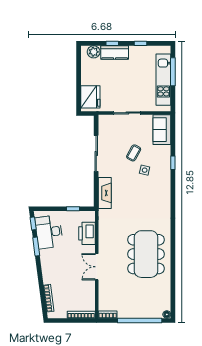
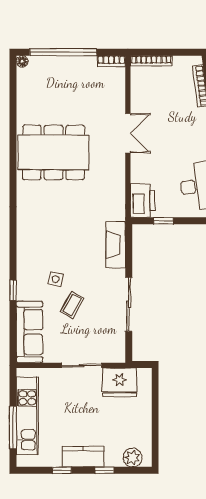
kitchen counter: (115, 52) -> (83, 457), moved
fridge: (90, 97) -> (119, 382), moved, turned -90
sofa: (162, 130) -> (29, 332), width x1.36
printer: (87, 233) -> (143, 201), moved
dining table: (146, 254) -> (54, 152), turned 90

